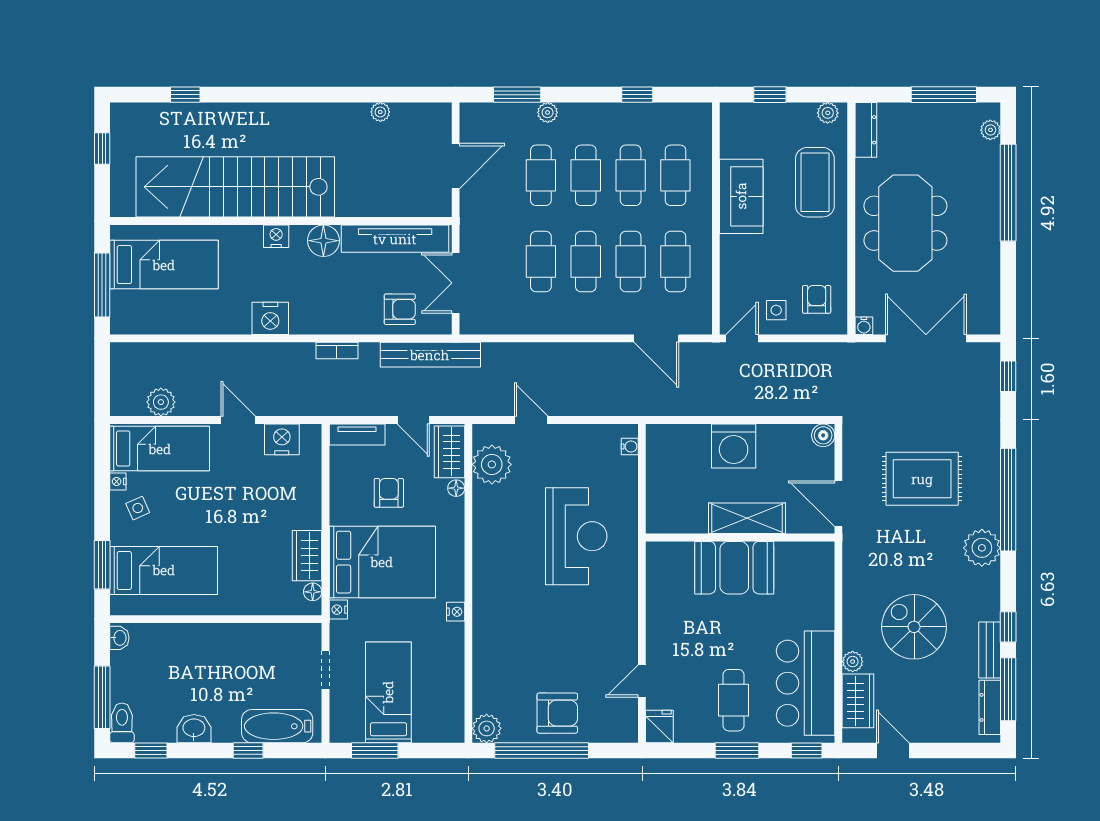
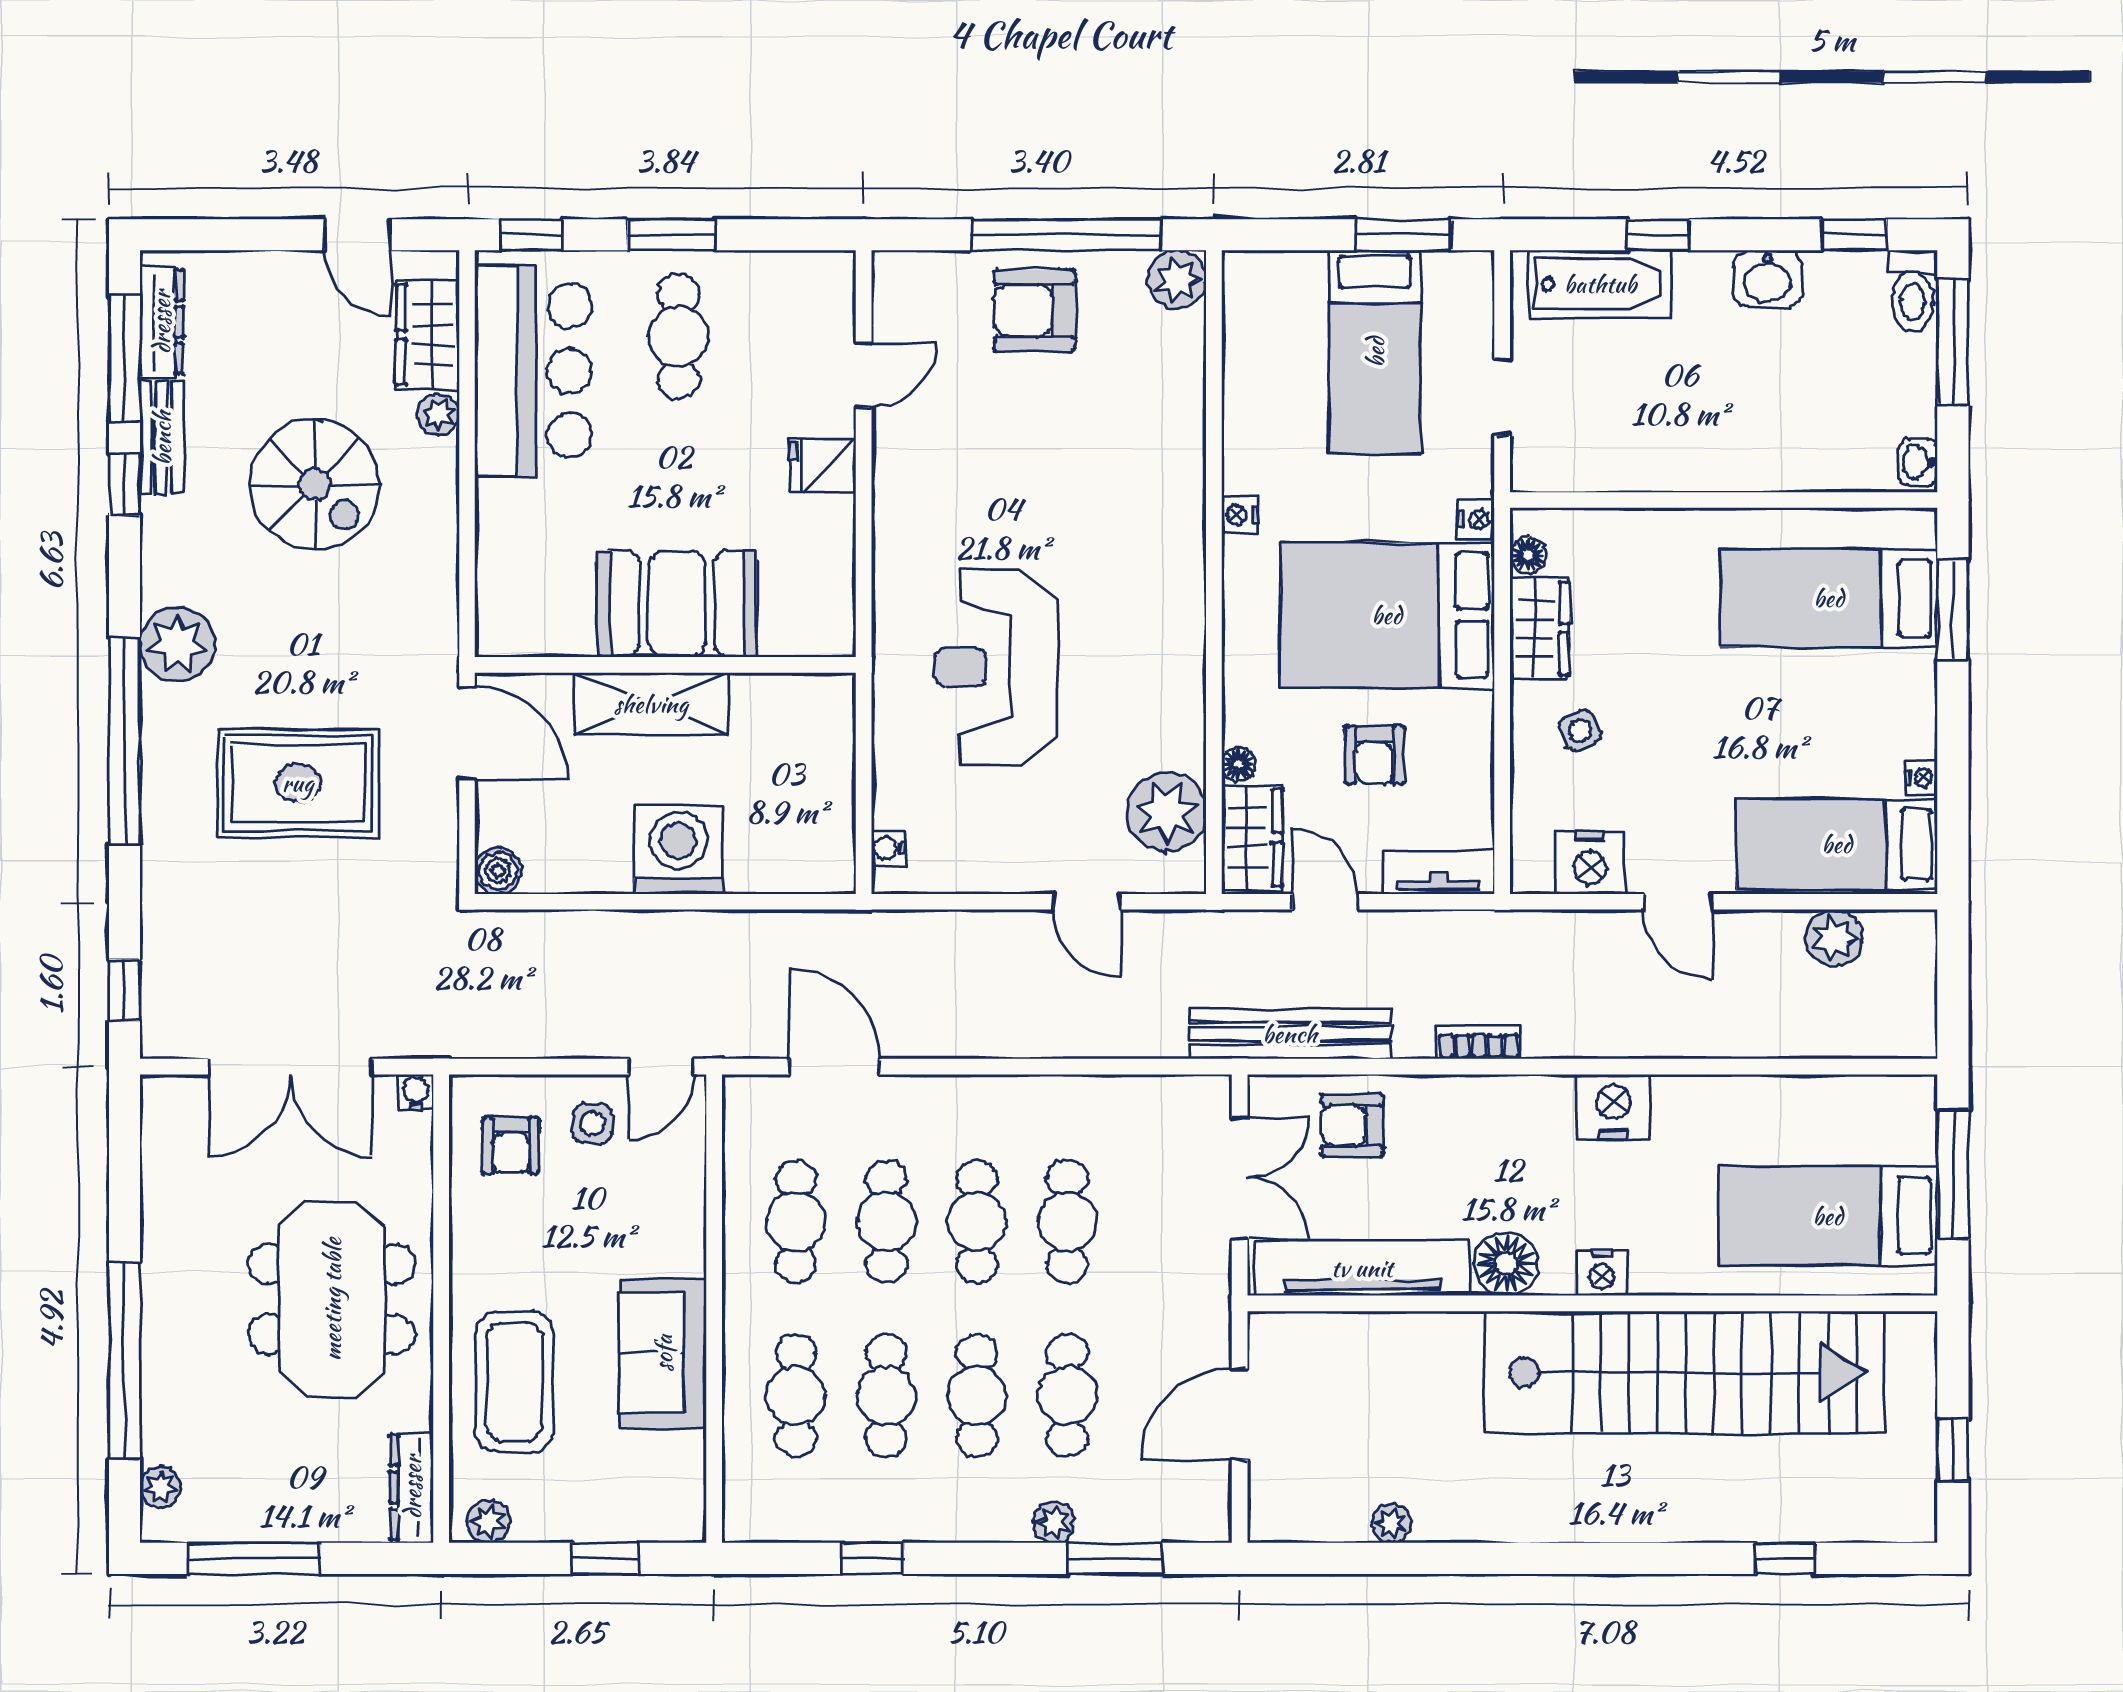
side table: (138, 508) -> (1580, 731), moved
fridge: (659, 727) -> (823, 466), moved, turned 90

